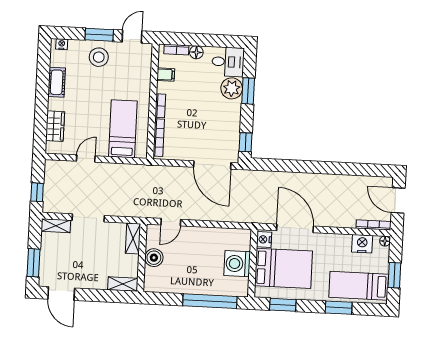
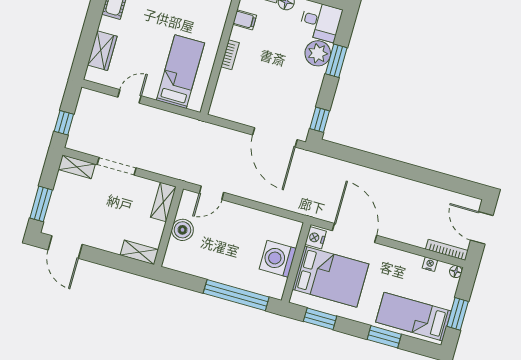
bookcase: (159, 138) -> (220, 91), removed
nightstand: (362, 244) -> (430, 264), width x0.53, depth x0.56

